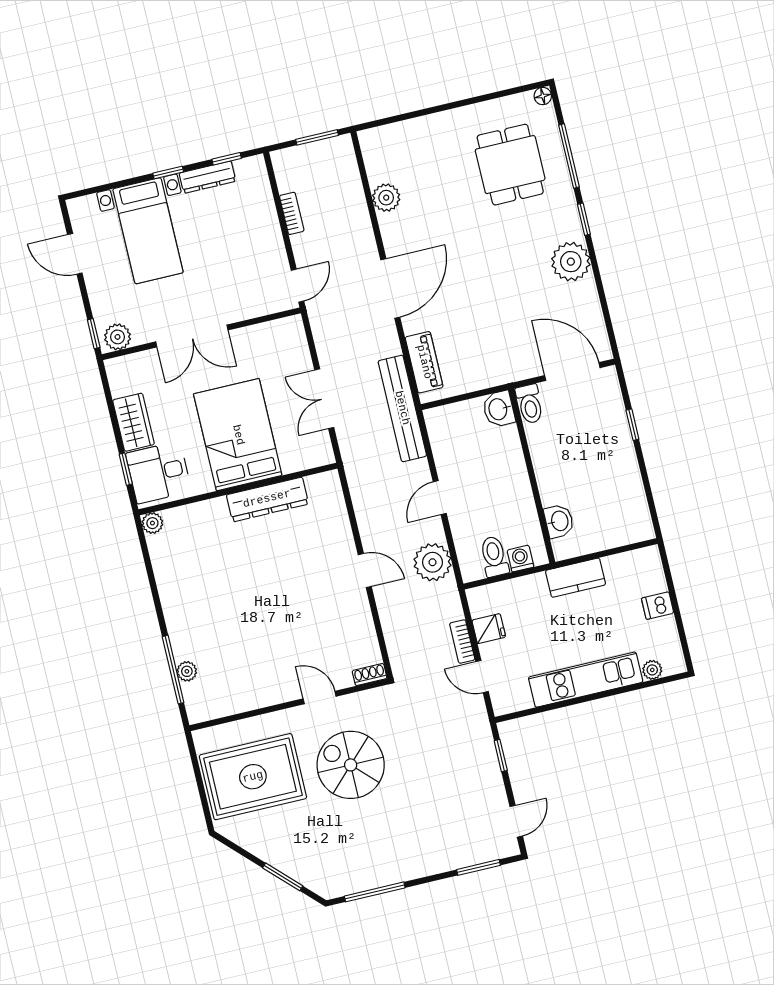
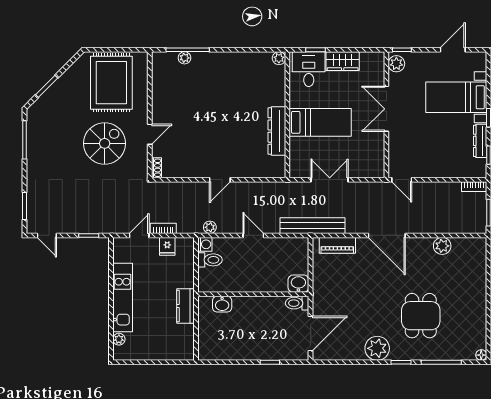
dining table: (510, 165) -> (421, 316), moved, turned 90
bookcase: (292, 213) -> (474, 187), moved
bed: (238, 435) -> (320, 122), width x0.67
washing machine: (520, 559) -> (205, 244), moved
plant: (433, 562) -> (210, 227), width x0.53, depth x0.53
dishwasher: (658, 606) -> (157, 352), removed

